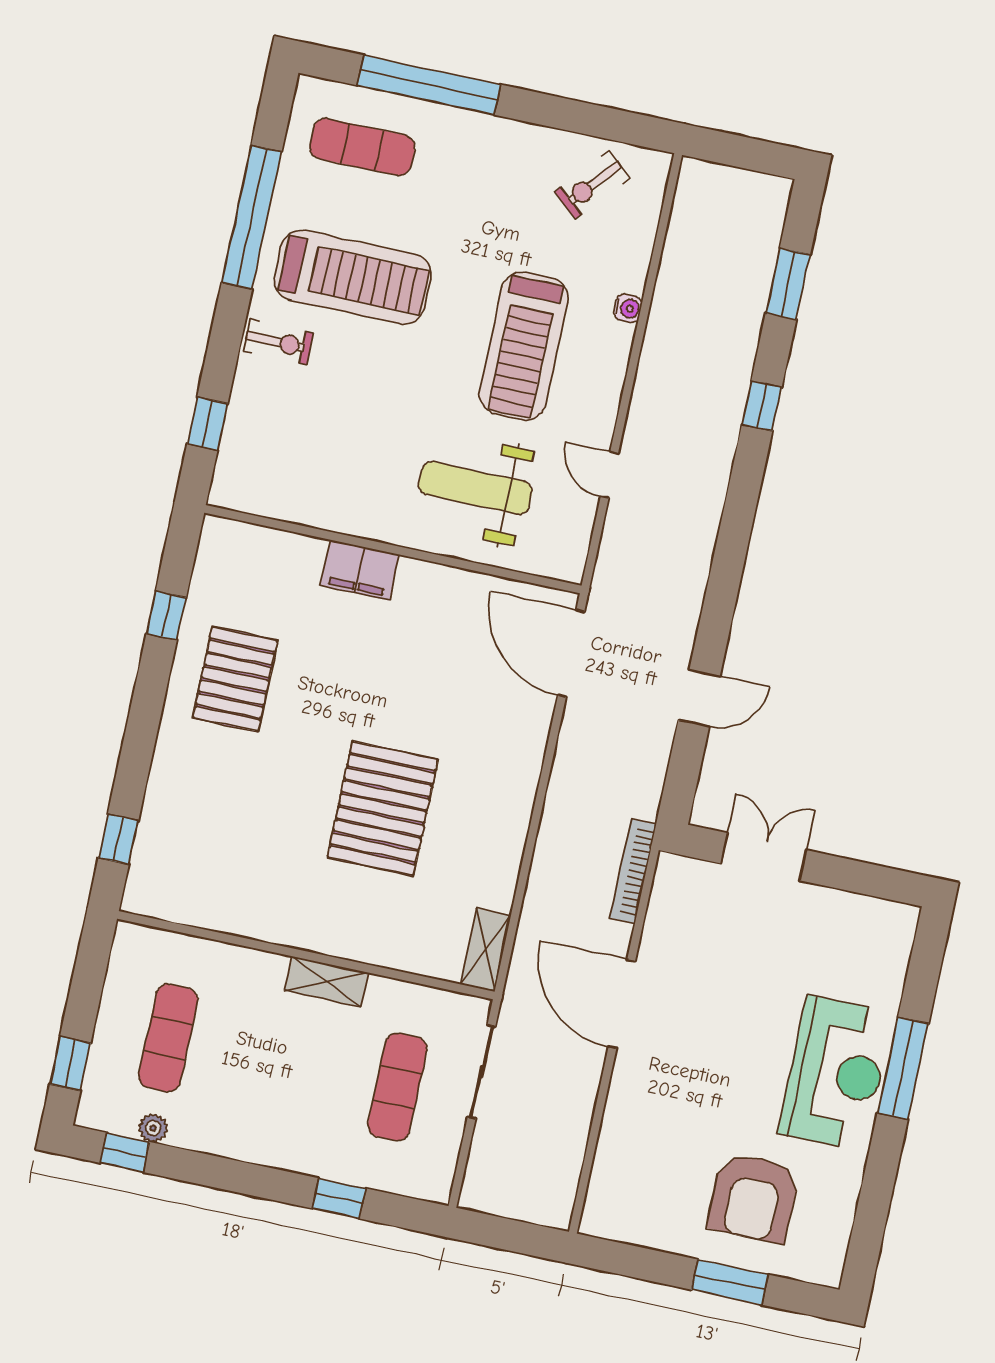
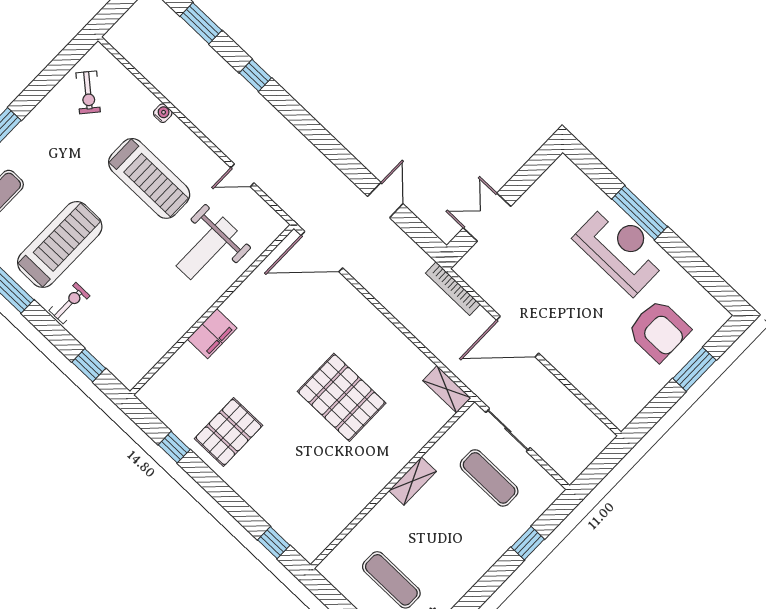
pallet: (235, 679) -> (229, 432), turned 90

